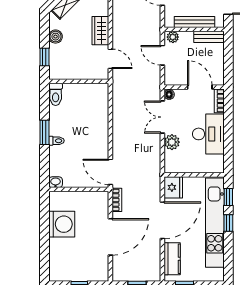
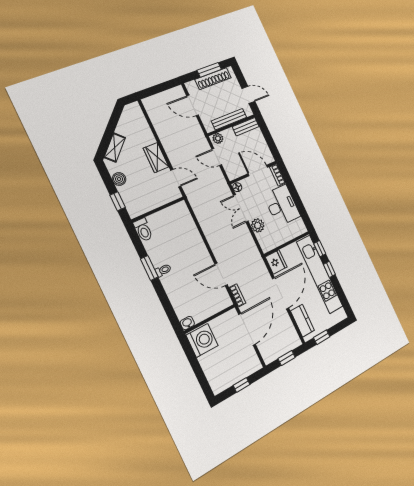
washbasin: (56, 182) -> (187, 323), moved
wall: (79, 189) -> (210, 319), moved

